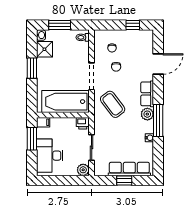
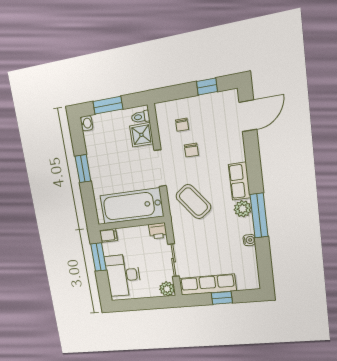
shower: (44, 49) -> (141, 135), moved
door: (158, 64) -> (248, 116), moved
row of seats: (129, 169) -> (208, 285), moved

